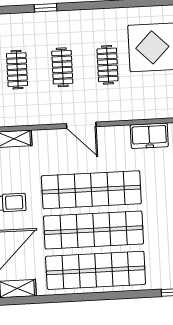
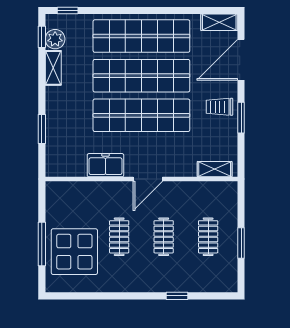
door: (81, 125) -> (148, 179), swing flipped
freezer: (149, 136) -> (105, 165), moved

